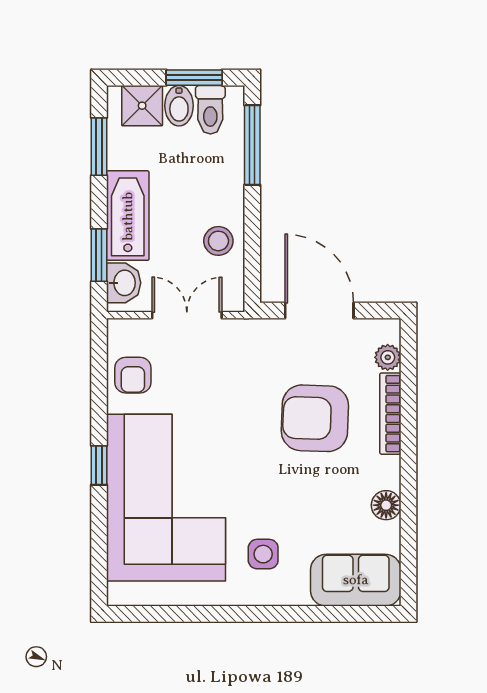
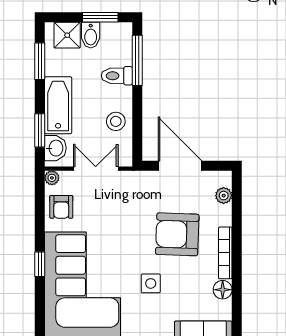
toilet: (210, 110) -> (117, 76), moved, turned 90
plant: (118, 330) -> (52, 178), added
bookcase: (390, 414) -> (225, 253), moved
side table: (263, 554) -> (151, 283), moved

